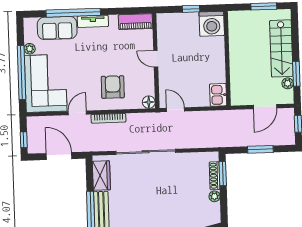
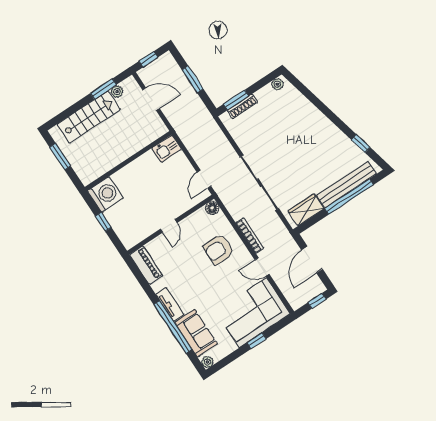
plant: (30, 49) -> (207, 362), moved
window: (22, 72) -> (257, 341), width x0.32
plant: (215, 196) -> (277, 84), moved

